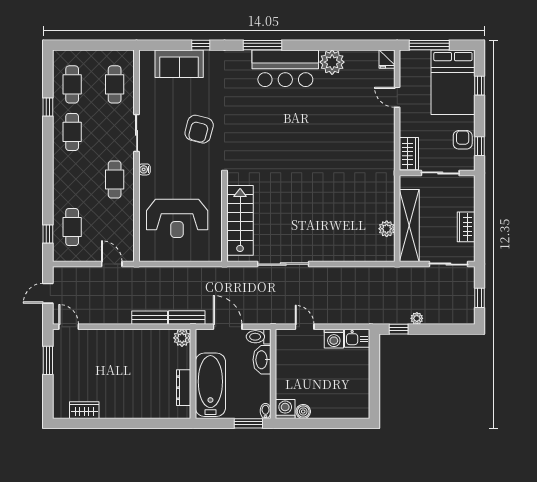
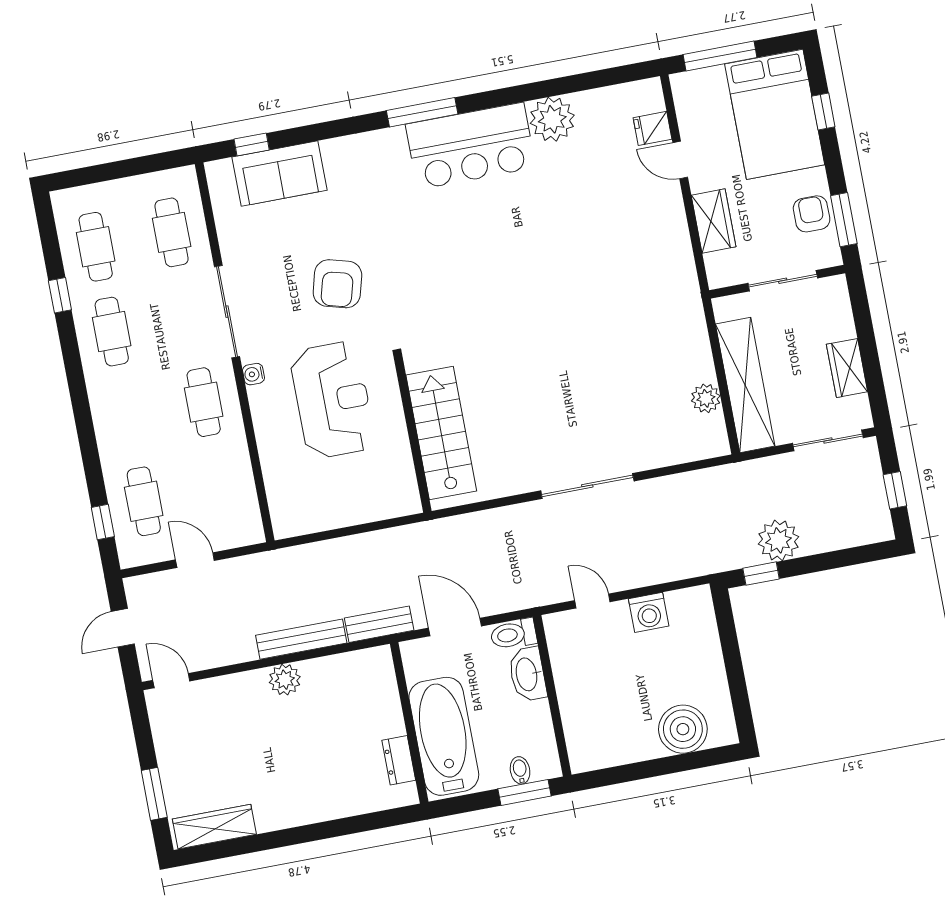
window: (201, 45) -> (252, 144), moved
fridge: (387, 59) -> (653, 128), moved, turned 90
sliding door: (137, 133) -> (227, 312), width x1.37
window: (480, 146) -> (844, 220), width x1.50
wardrobe: (409, 154) -> (714, 221), moved
reception desk: (177, 218) -> (333, 400), moved, turned -90
door: (112, 264) -> (195, 560), moved
sliding door: (283, 264) -> (587, 486), moved
bench: (150, 318) -> (301, 639), width x1.36
plant: (417, 318) -> (778, 540), width x1.88, depth x1.88
plant: (182, 338) -> (285, 680), moved
kitchen sink: (357, 338) -> (690, 604), removed
window: (48, 360) -> (154, 794), moved
dresser: (184, 388) -> (399, 760), width x0.70
washing machine: (285, 409) -> (585, 754), removed
wardrobe: (84, 410) -> (214, 827), width x1.50
bidet: (266, 411) -> (520, 770), moved
boiler: (303, 412) -> (683, 729), moved, width x1.86, depth x1.86

